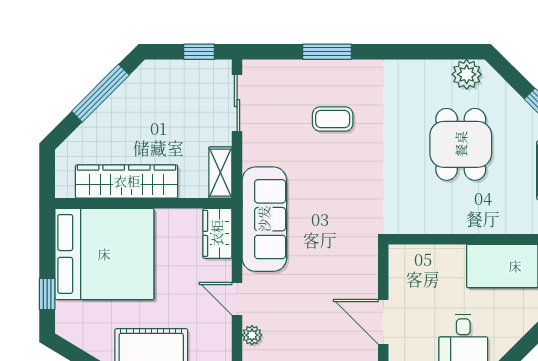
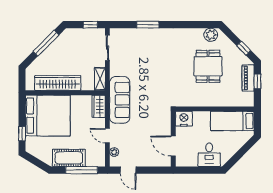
coffee table: (333, 119) -> (150, 55), removed
nightstand: (407, 261) -> (184, 119), added

